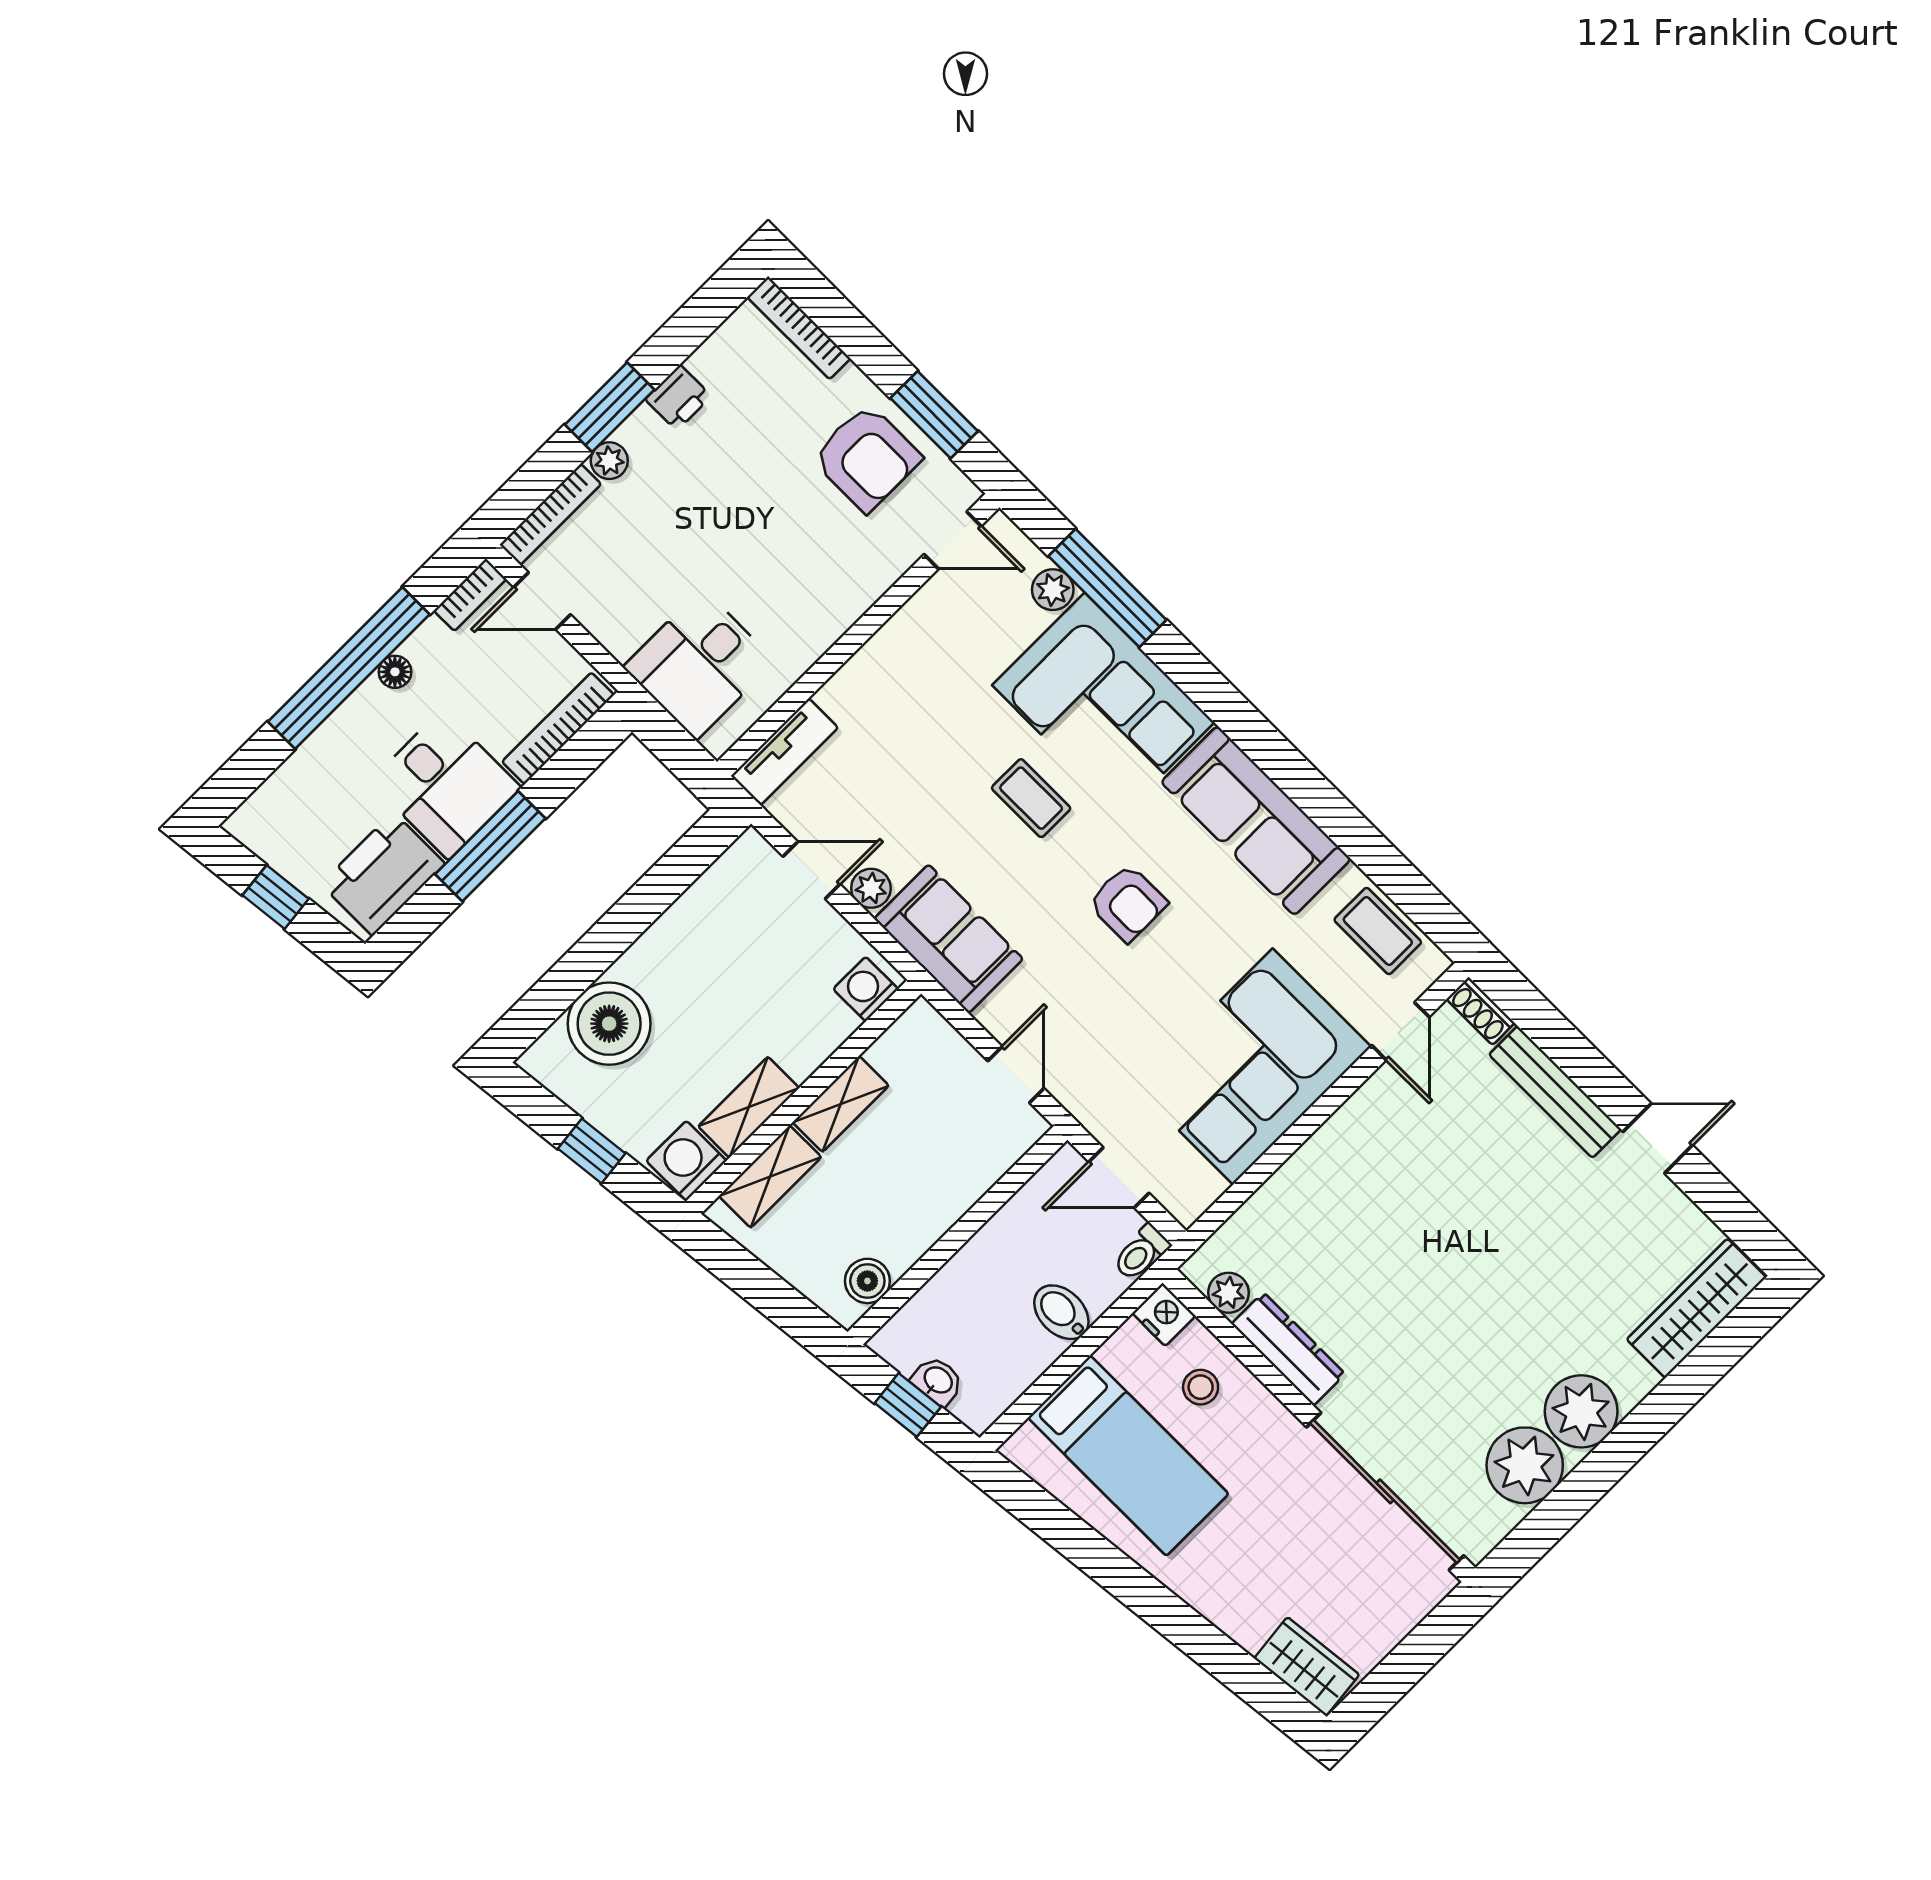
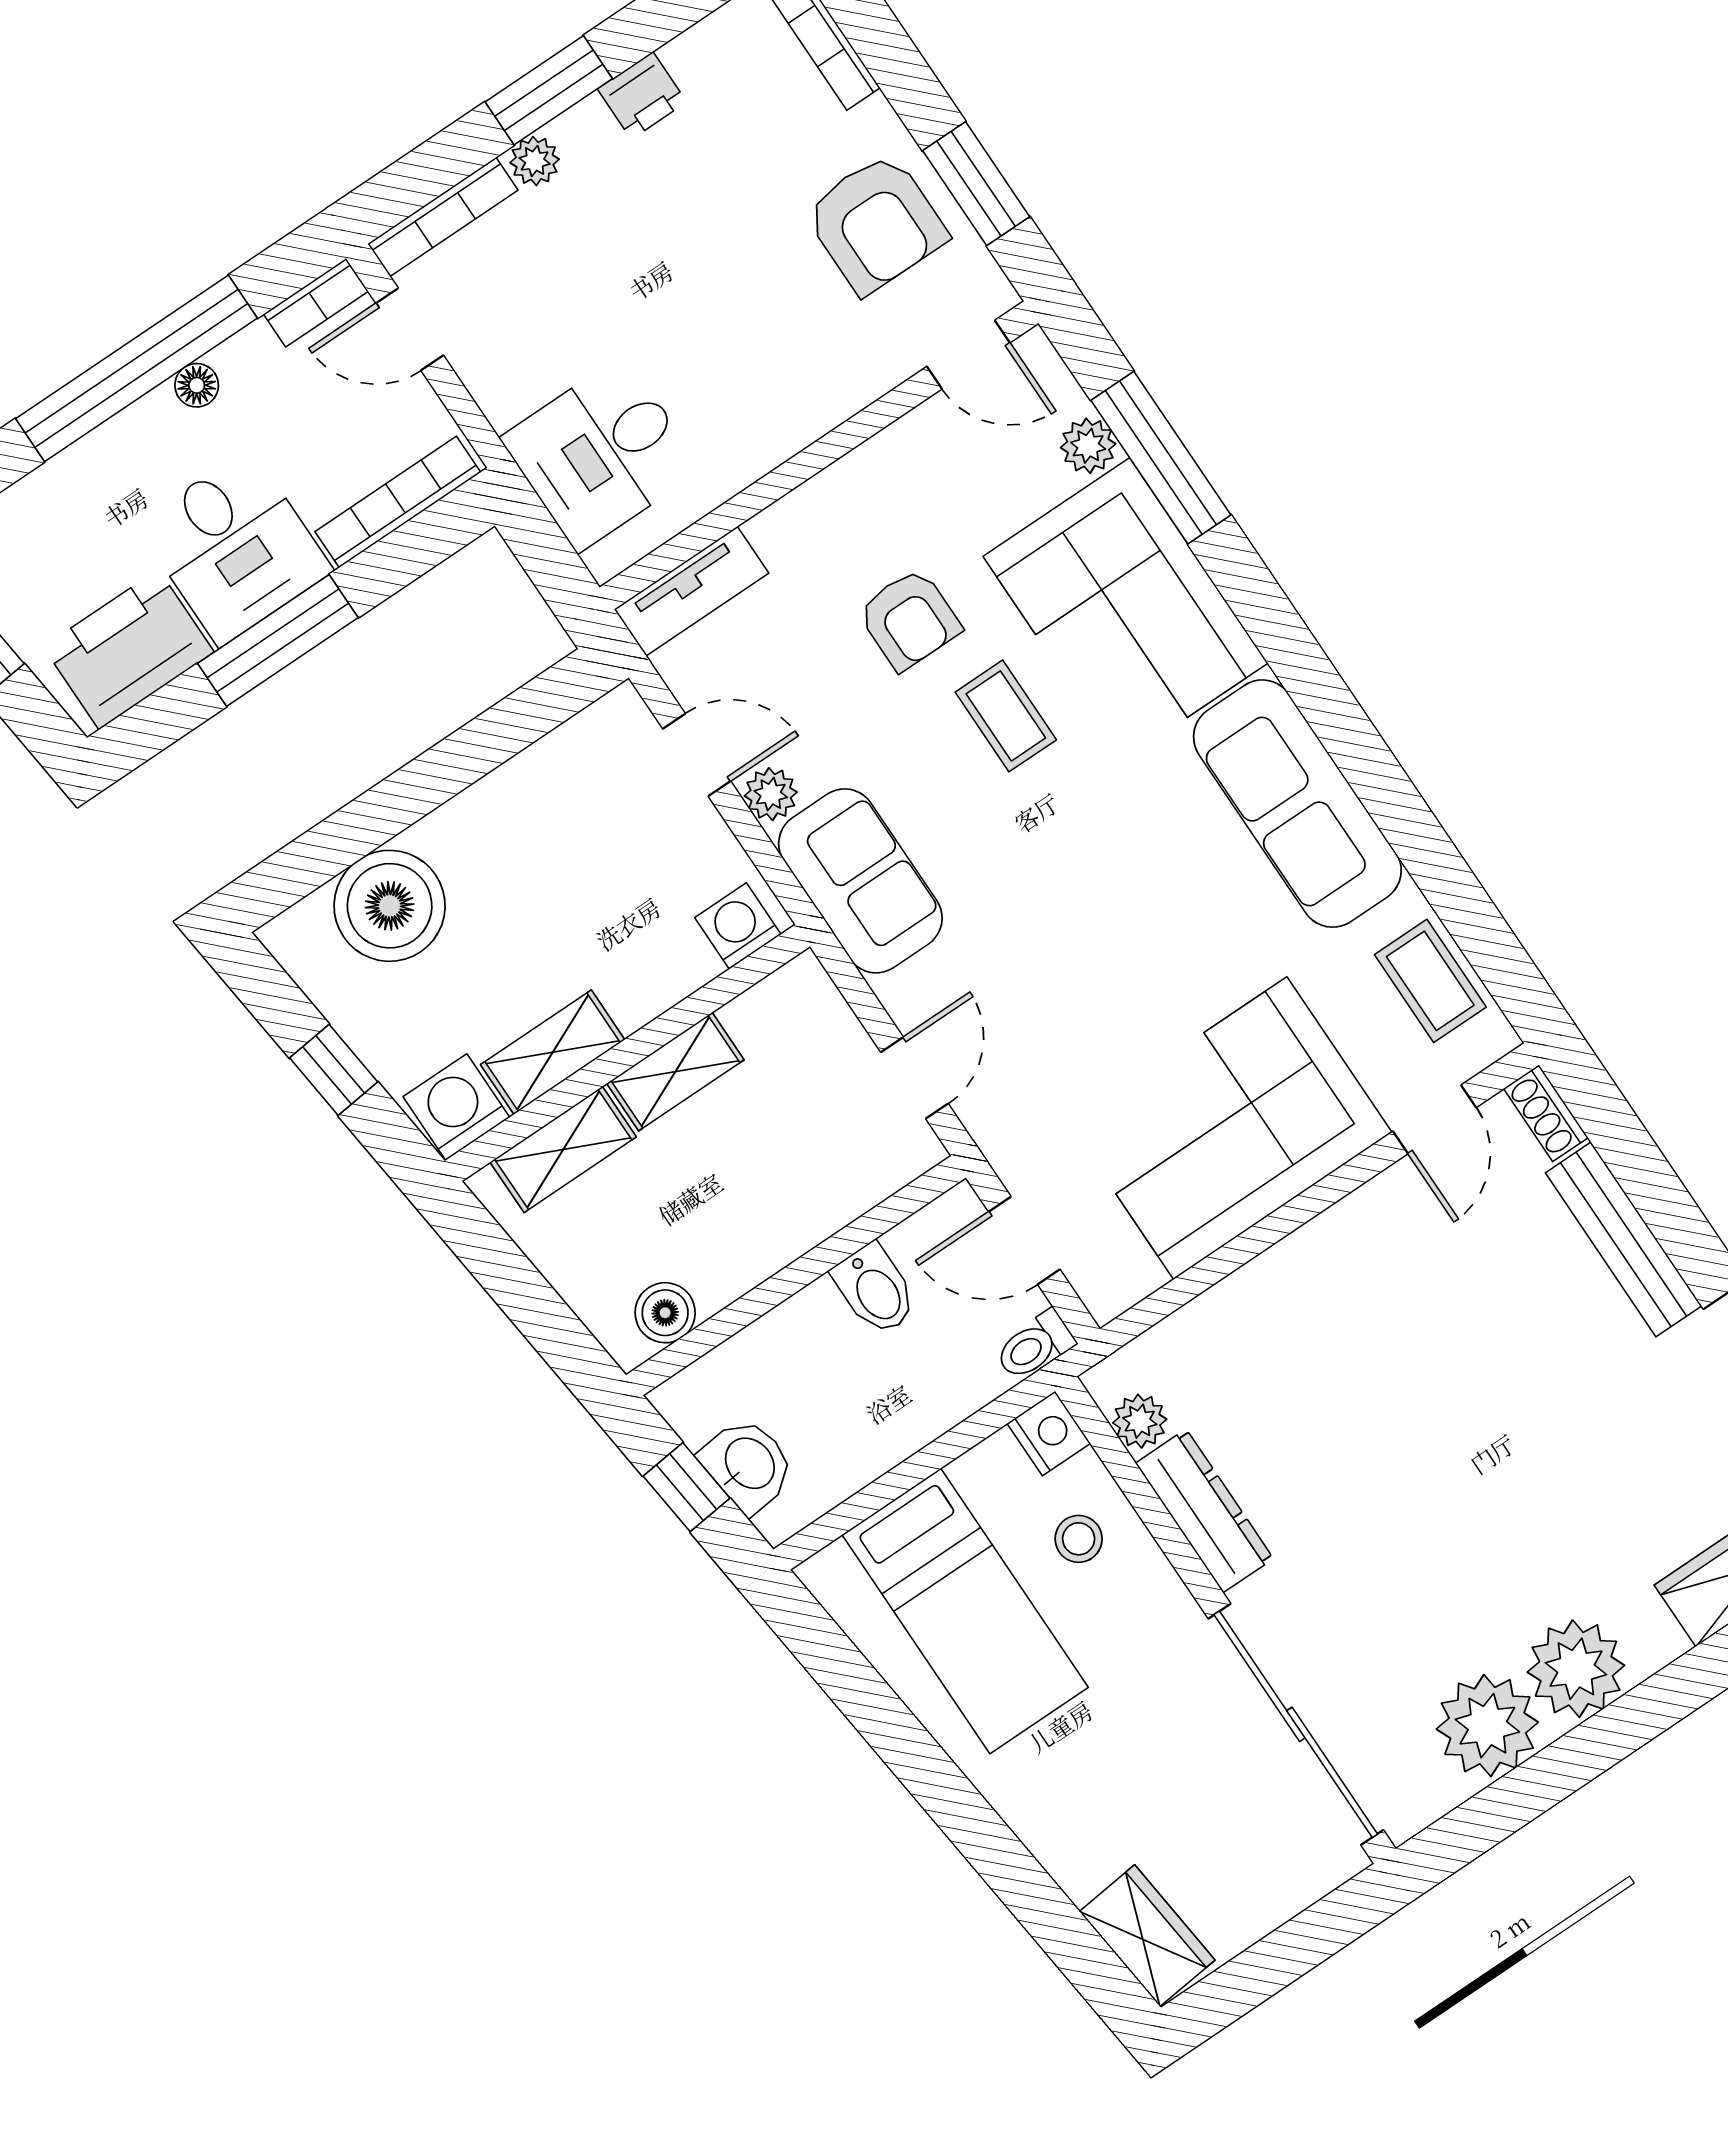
armchair: (1128, 903) -> (909, 619), moved
bidet: (1061, 1312) -> (875, 1290), moved, turned 180
washbasin: (938, 1381) -> (748, 1465), width x1.38, depth x1.45

